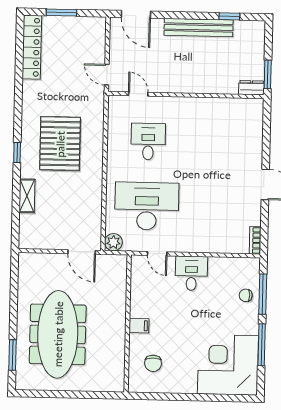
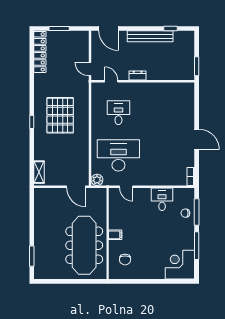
dresser: (251, 88) -> (138, 75), moved
shelving: (27, 196) -> (39, 172), moved
desk: (191, 273) -> (162, 199), moved
meeting table: (58, 334) -> (84, 245), moved
corner desk: (228, 365) -> (180, 265), width x0.74, depth x0.74

